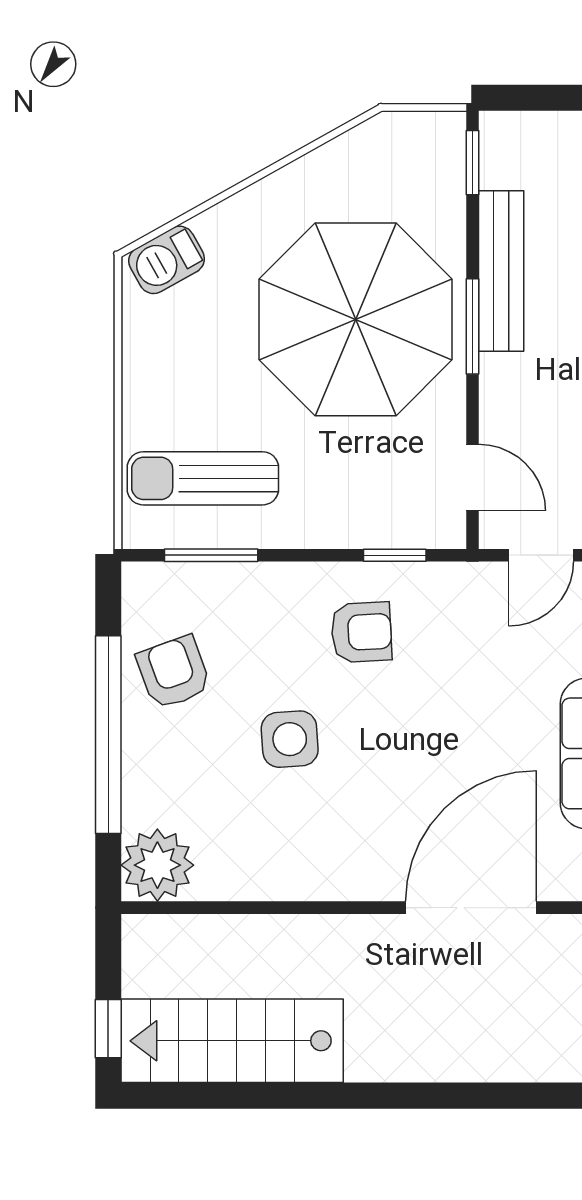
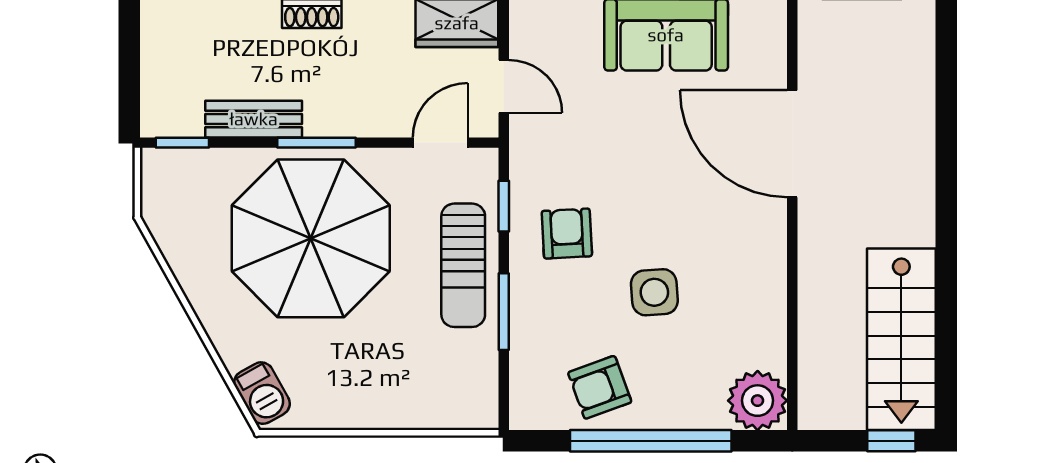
bench: (501, 271) -> (254, 119), width x0.73
sun lounger: (203, 478) -> (463, 265), moved
window: (211, 555) -> (504, 312), moved

